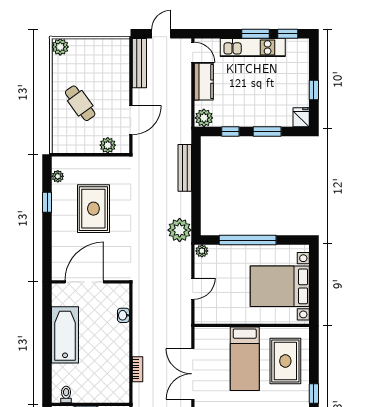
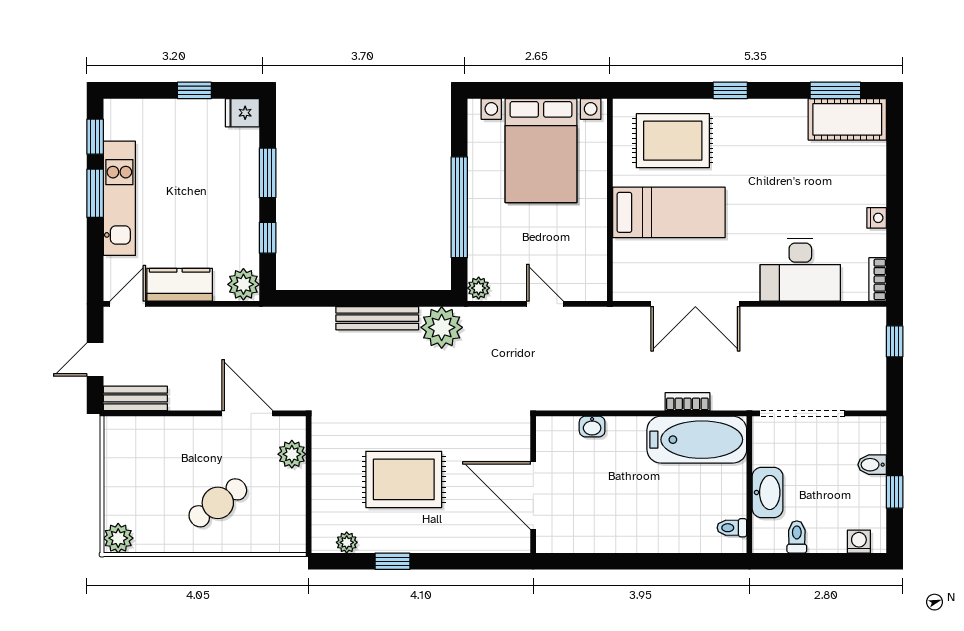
door: (161, 34) -> (95, 360), hinge flipped
bench: (139, 63) -> (135, 398), width x0.73
bench: (185, 168) -> (377, 318), moved
bathtub: (65, 335) -> (697, 440), moved, turned 180

